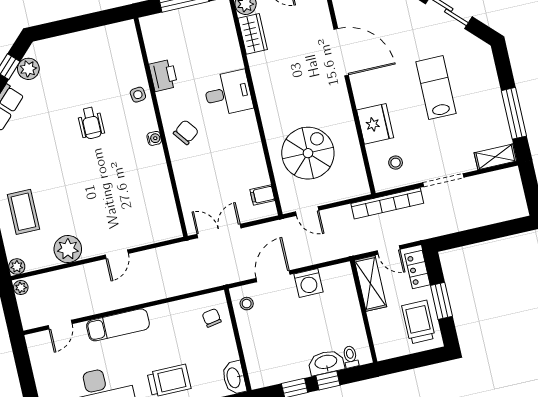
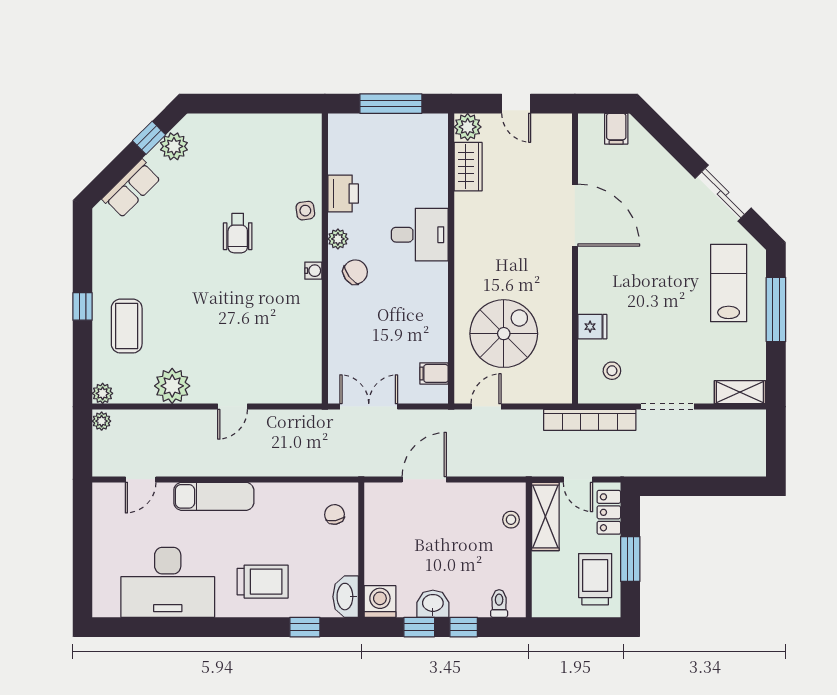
lab bench: (436, 88) -> (729, 283), moved
plant: (167, 110) -> (338, 239), added
window: (514, 113) -> (776, 310), moved
fridge: (375, 124) -> (592, 327), width x0.53, depth x0.75
door: (307, 211) -> (486, 407), swing flipped
washing machine: (309, 283) -> (380, 602), moved, turned 180
stool: (247, 304) -> (511, 520), moved
washbasin: (326, 362) -> (433, 604), moved, width x0.72

